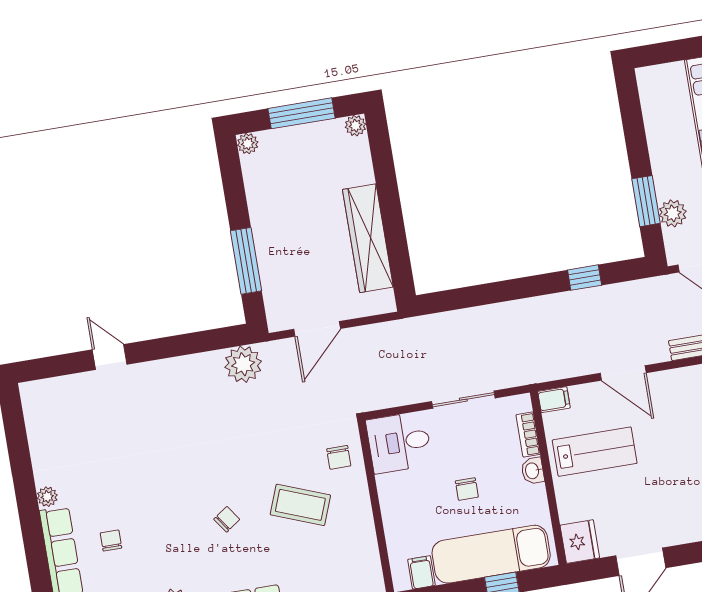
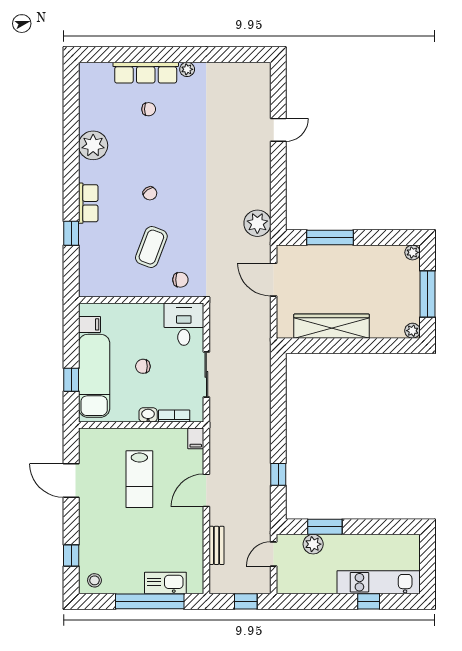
lab bench: (595, 452) -> (139, 479), moved
chair: (339, 457) -> (180, 280), turned 180
fridge: (580, 542) -> (93, 440), removed

